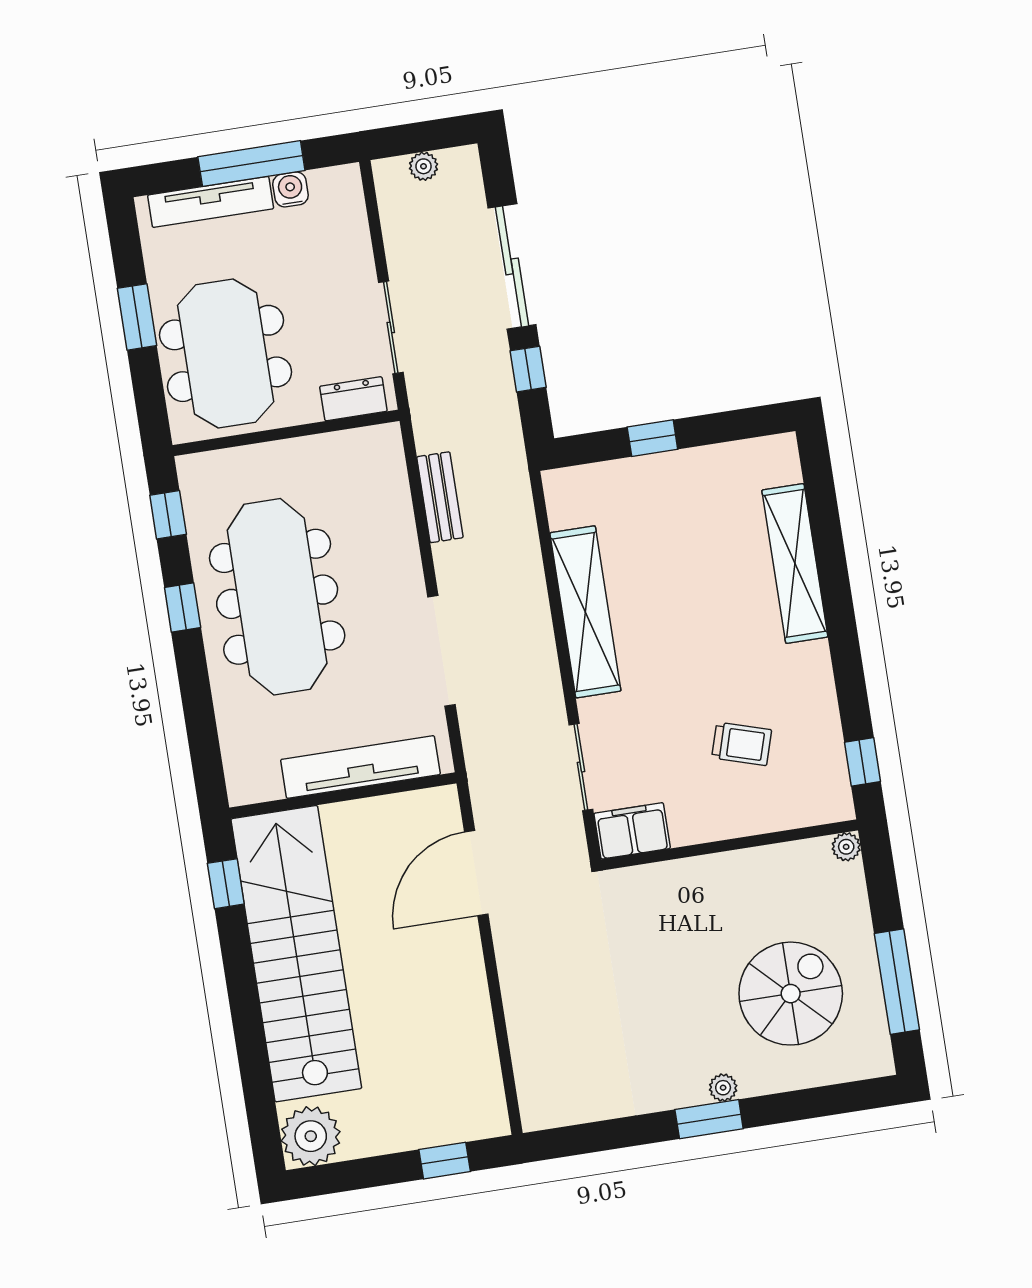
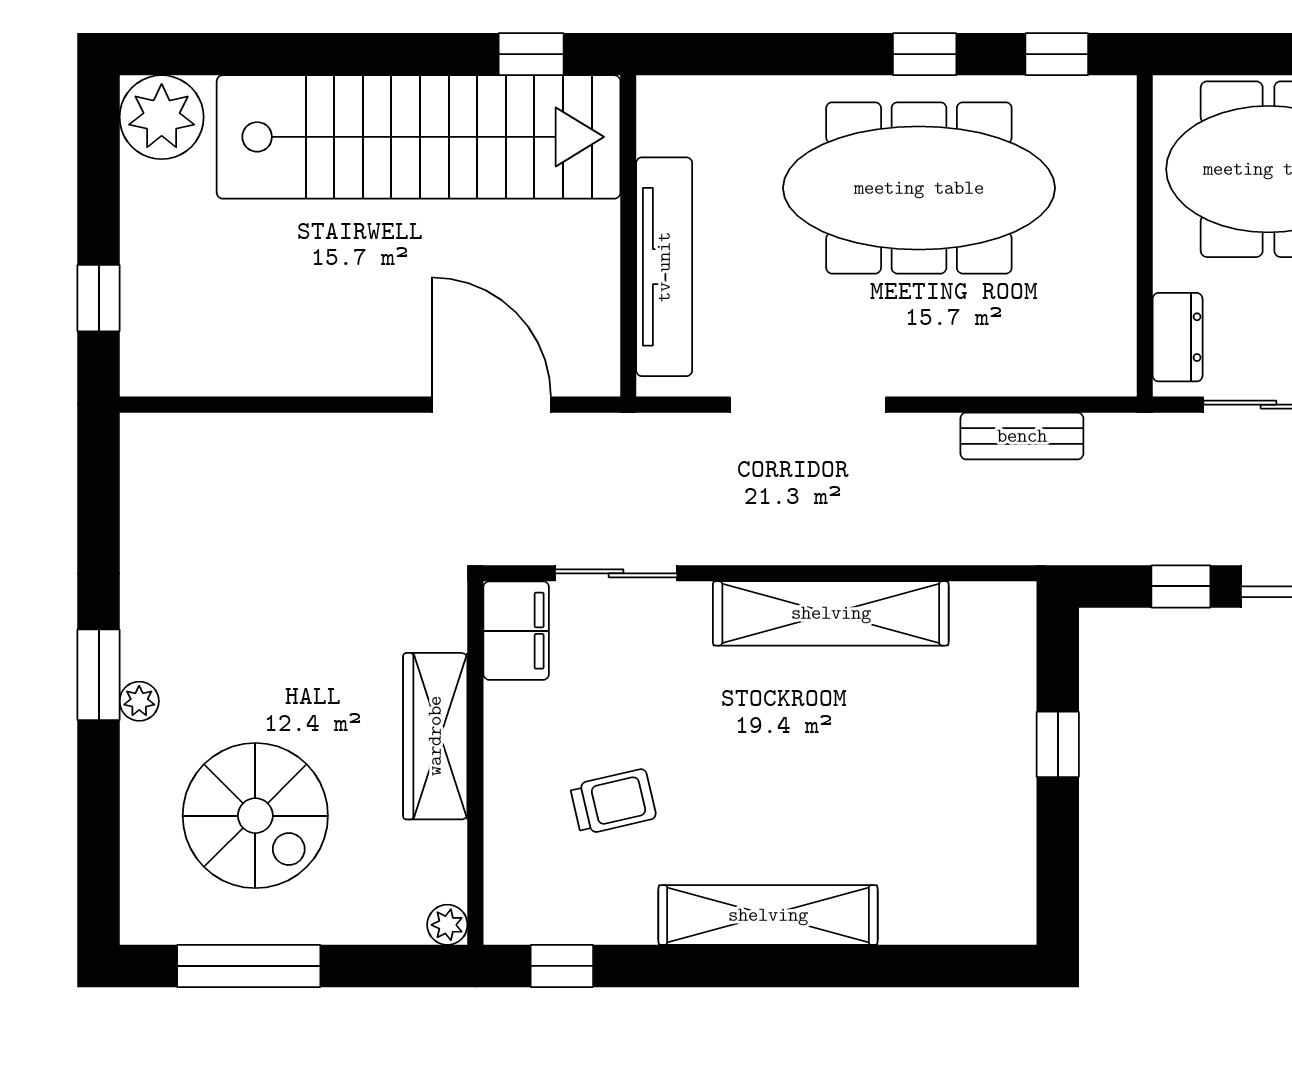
shelving: (795, 563) -> (768, 915), moved
trolley: (742, 744) -> (613, 802), turned -120
wardrobe: (715, 876) -> (435, 736), added

